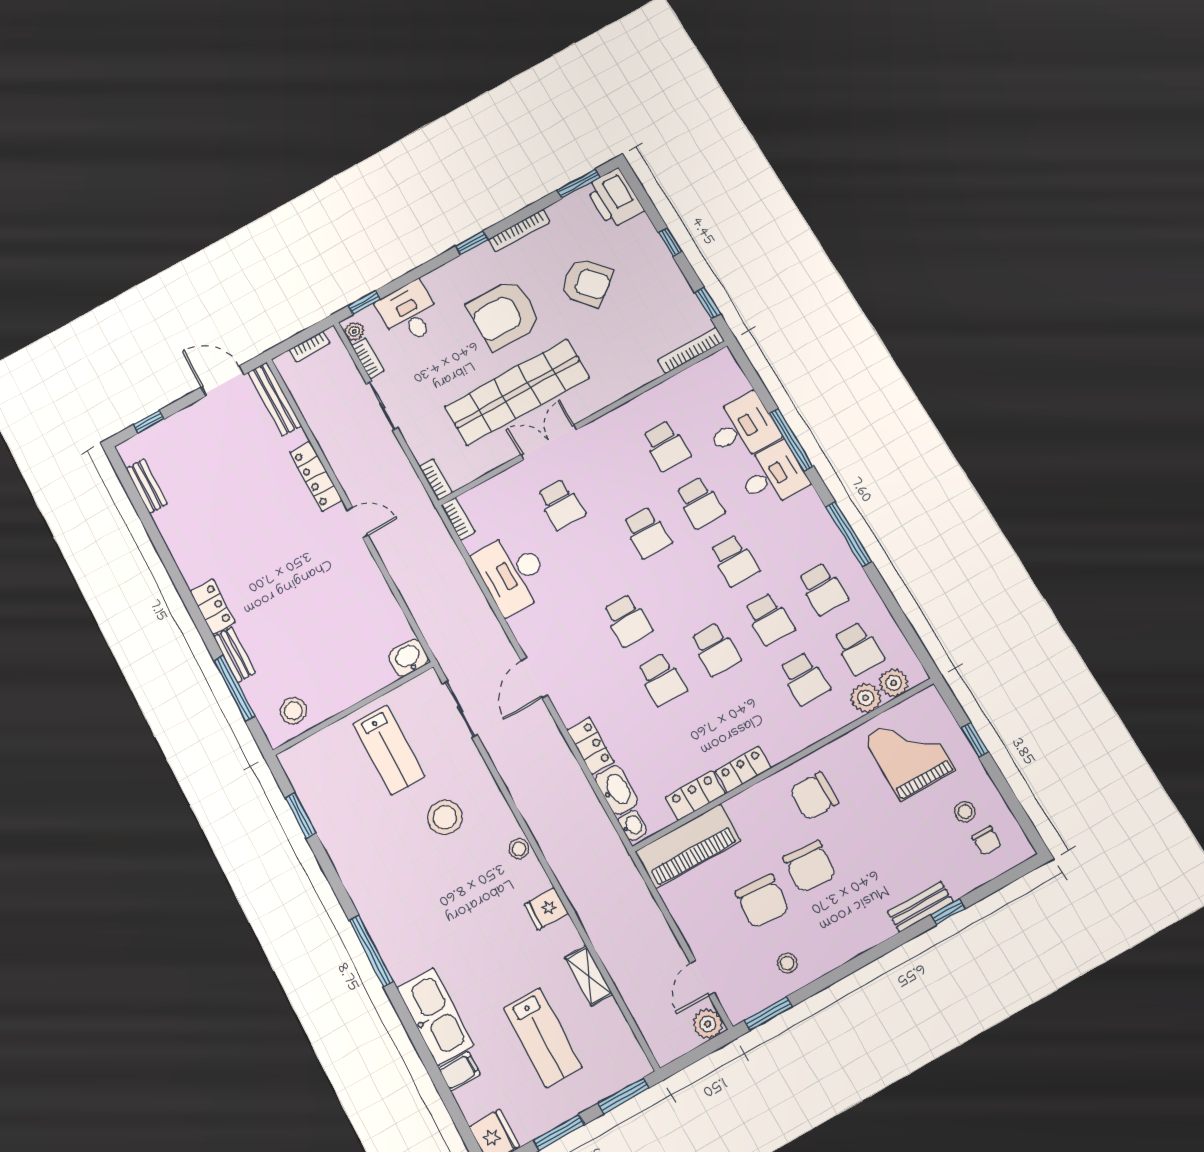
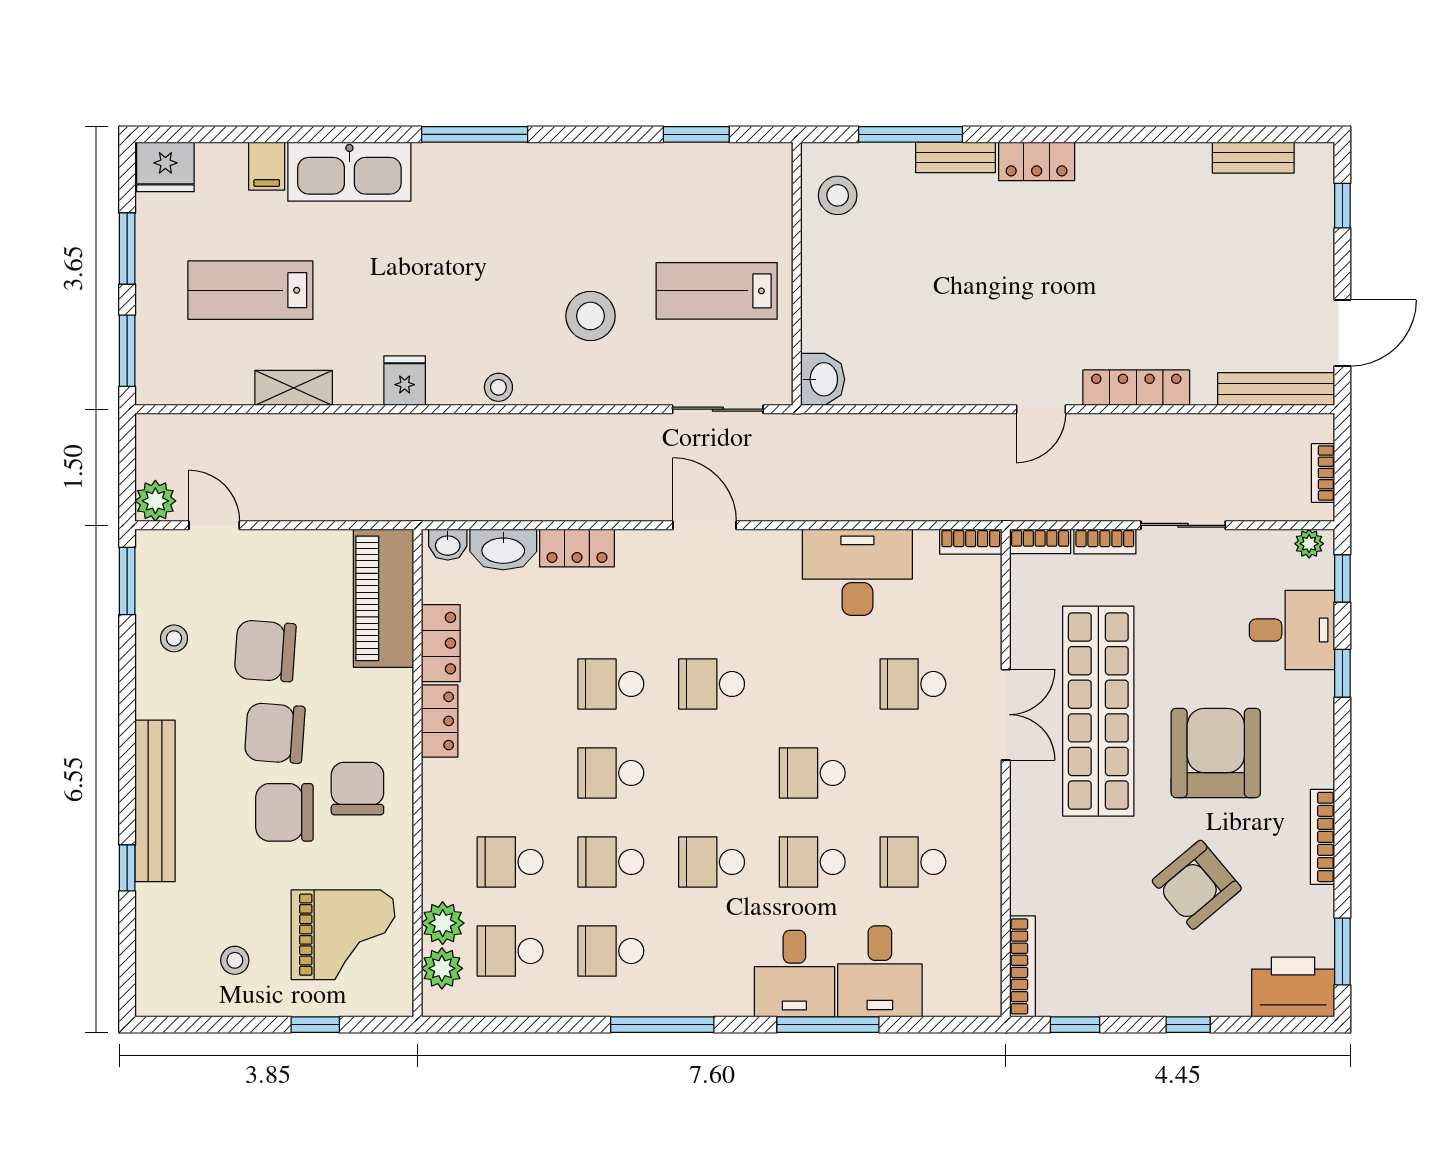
window: (472, 243) -> (1342, 673), moved
bookcase: (368, 358) -> (1105, 542), moved
chair: (987, 841) -> (284, 812), moved, width x1.87, depth x1.87
bench: (920, 907) -> (155, 801), width x1.86, depth x1.21

